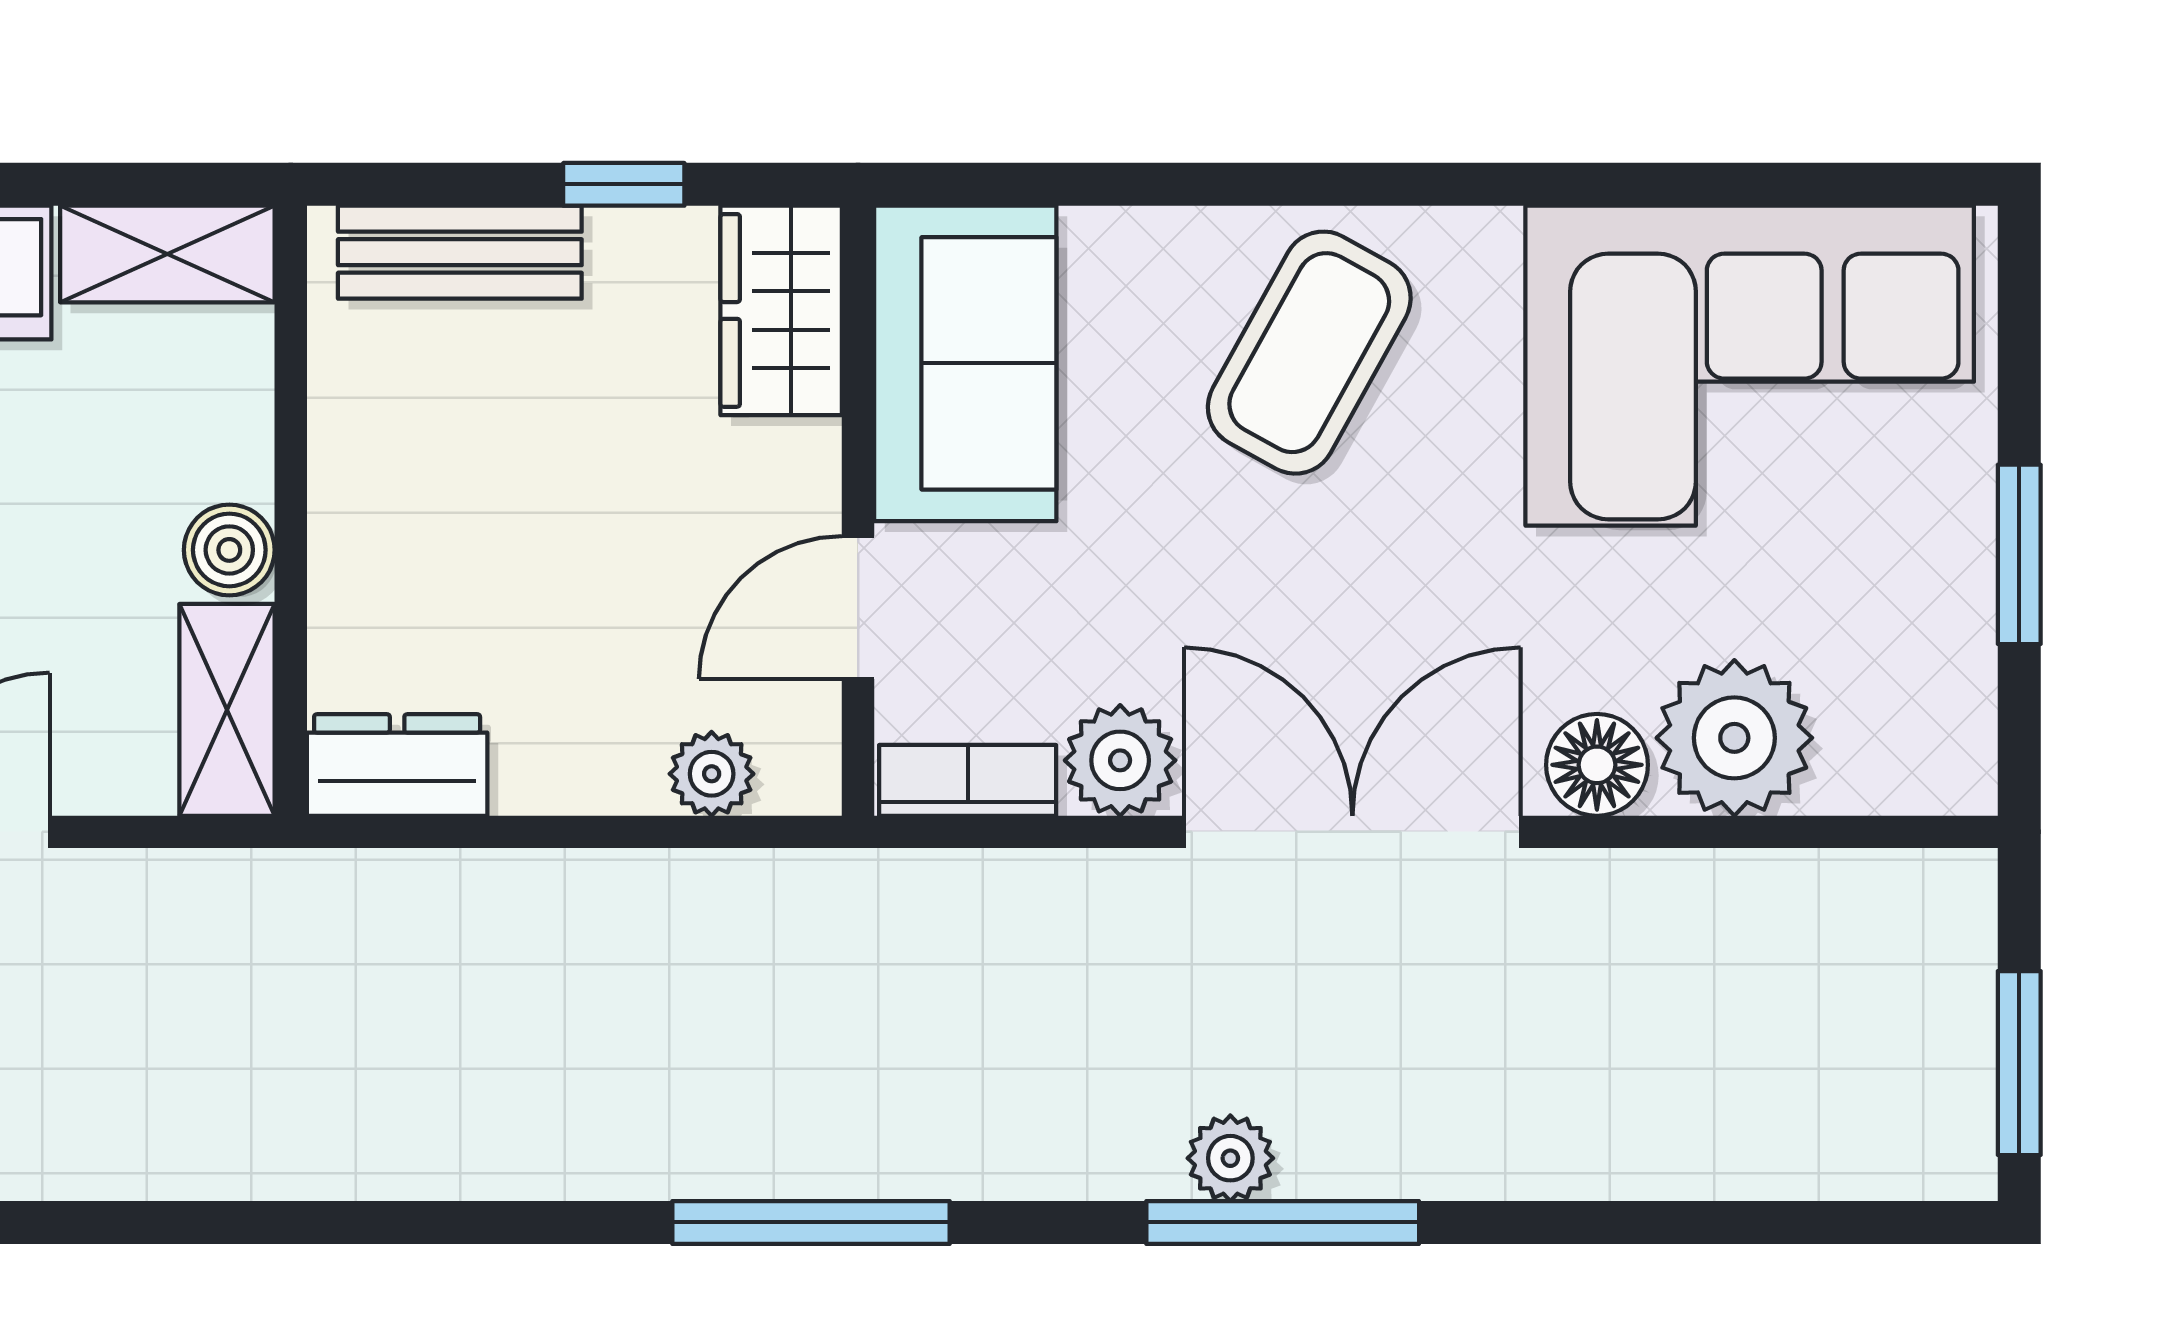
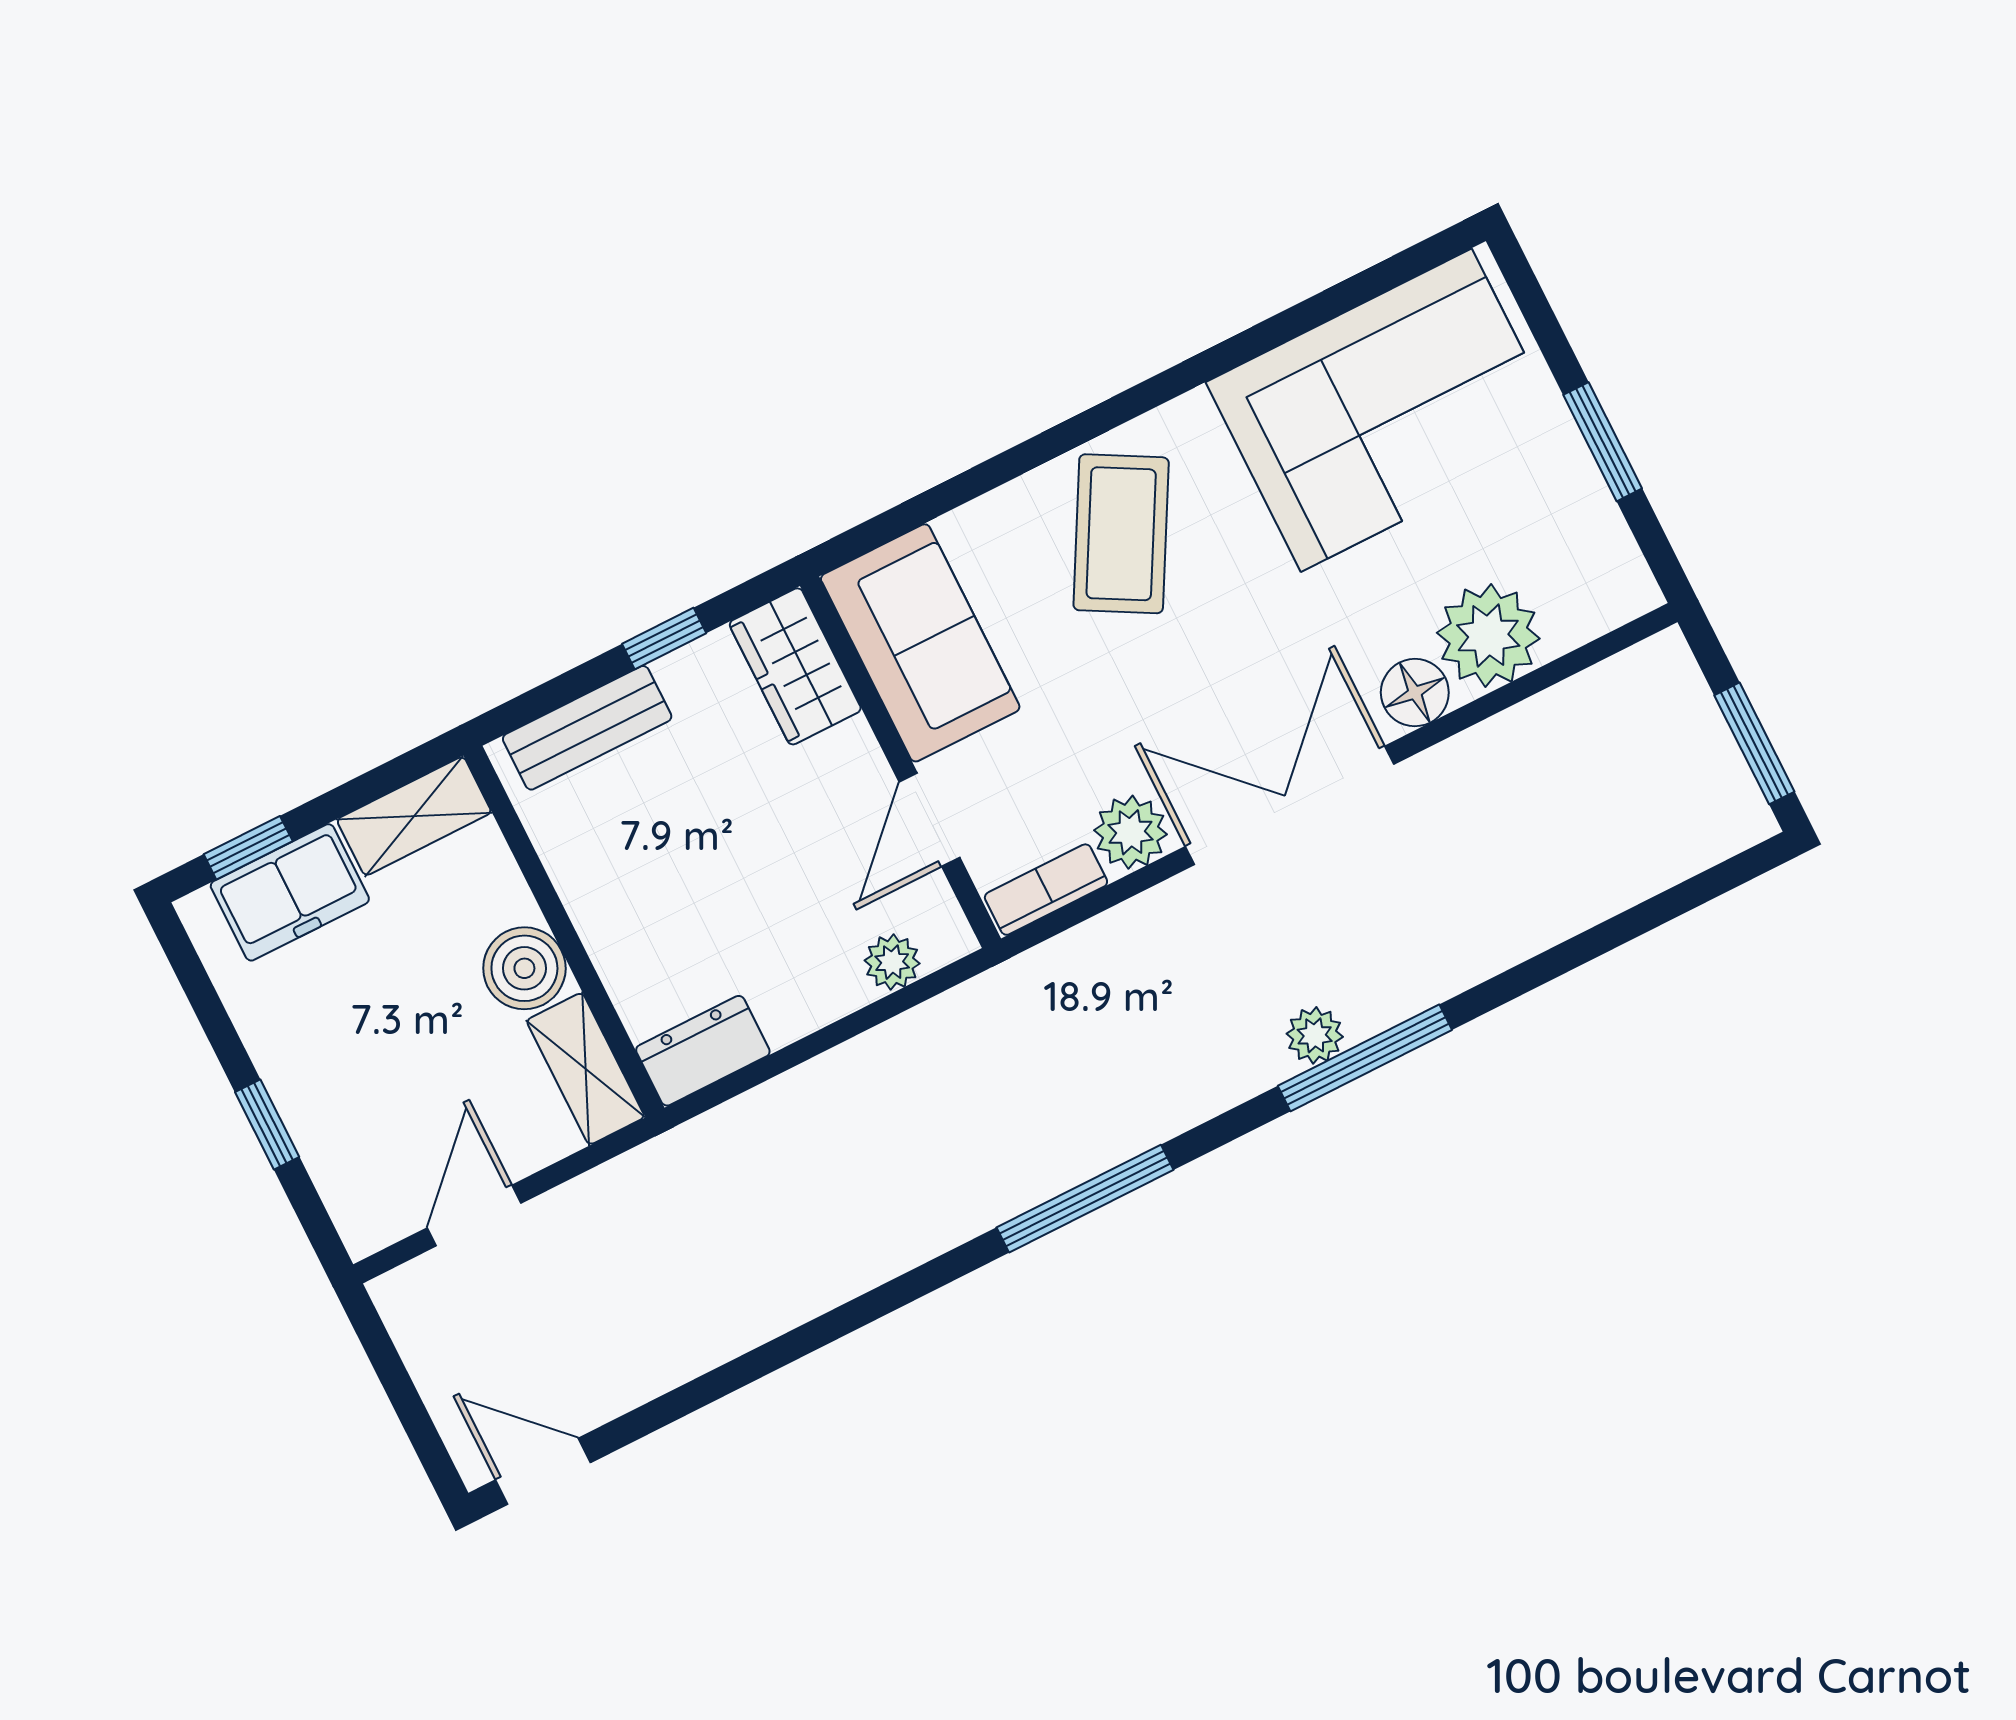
boiler: (229, 550) -> (524, 968), width x1.36, depth x1.36

